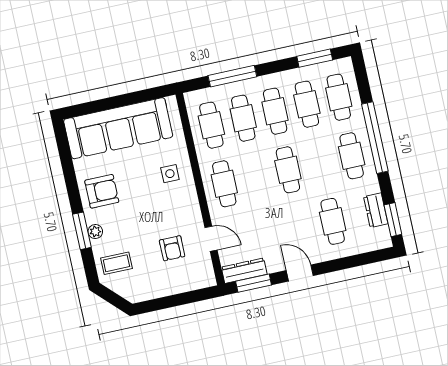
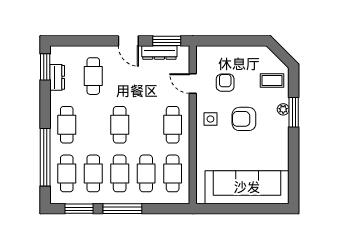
window: (232, 76) -> (122, 209), moved
window: (375, 138) -> (45, 157), moved
side table: (170, 174) -> (210, 119), moved
armchair: (102, 191) -> (244, 119), moved
dresser: (244, 271) -> (159, 52), moved

